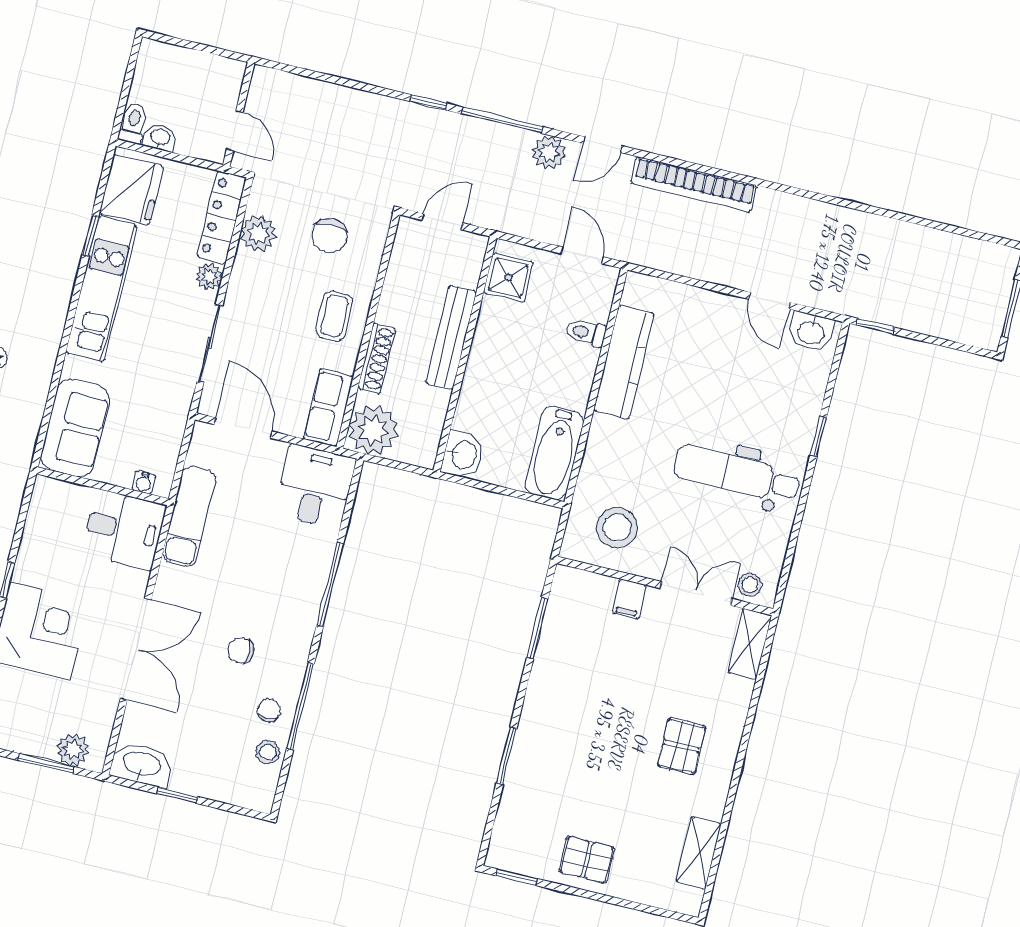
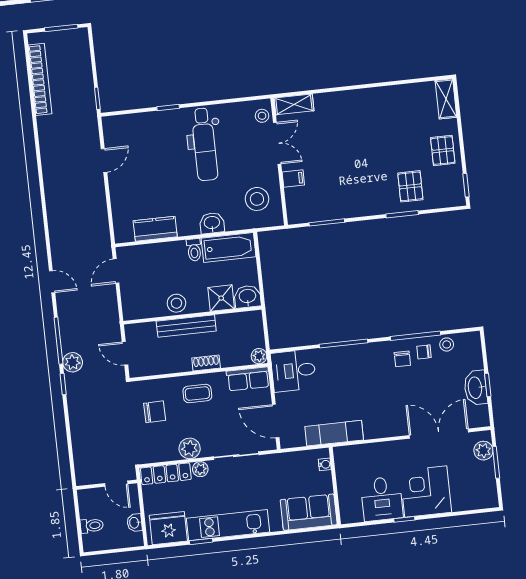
toilet: (133, 123) -> (92, 526), moved, turned 180
door: (235, 131) -> (116, 484), swing flipped
plant: (549, 152) -> (73, 362), moved
bookcase: (694, 184) -> (40, 79), moved
plant: (258, 233) -> (190, 448), moved
shower: (508, 278) -> (221, 298), moved
washbasin: (811, 332) -> (212, 223), moved, turned -90
toilet: (586, 333) -> (194, 250), moved
stool: (494, 335) -> (176, 303), added
shoe rack: (377, 358) -> (206, 363), width x0.70
kitchen counter: (624, 362) -> (155, 229), width x0.67
door: (243, 428) -> (276, 421), hinge flipped
plant: (373, 430) -> (259, 356), width x0.53, depth x0.53
desk: (124, 530) -> (382, 499), moved, turned 180
double door: (696, 593) -> (277, 143), swing flipped
double door: (136, 649) -> (439, 434), moved
chair: (241, 650) -> (402, 359), moved
pallet: (682, 746) -> (410, 186), moved, turned 90
washbasin: (142, 765) -> (476, 388), moved
shelving: (699, 853) -> (446, 99), moved, turned 90

